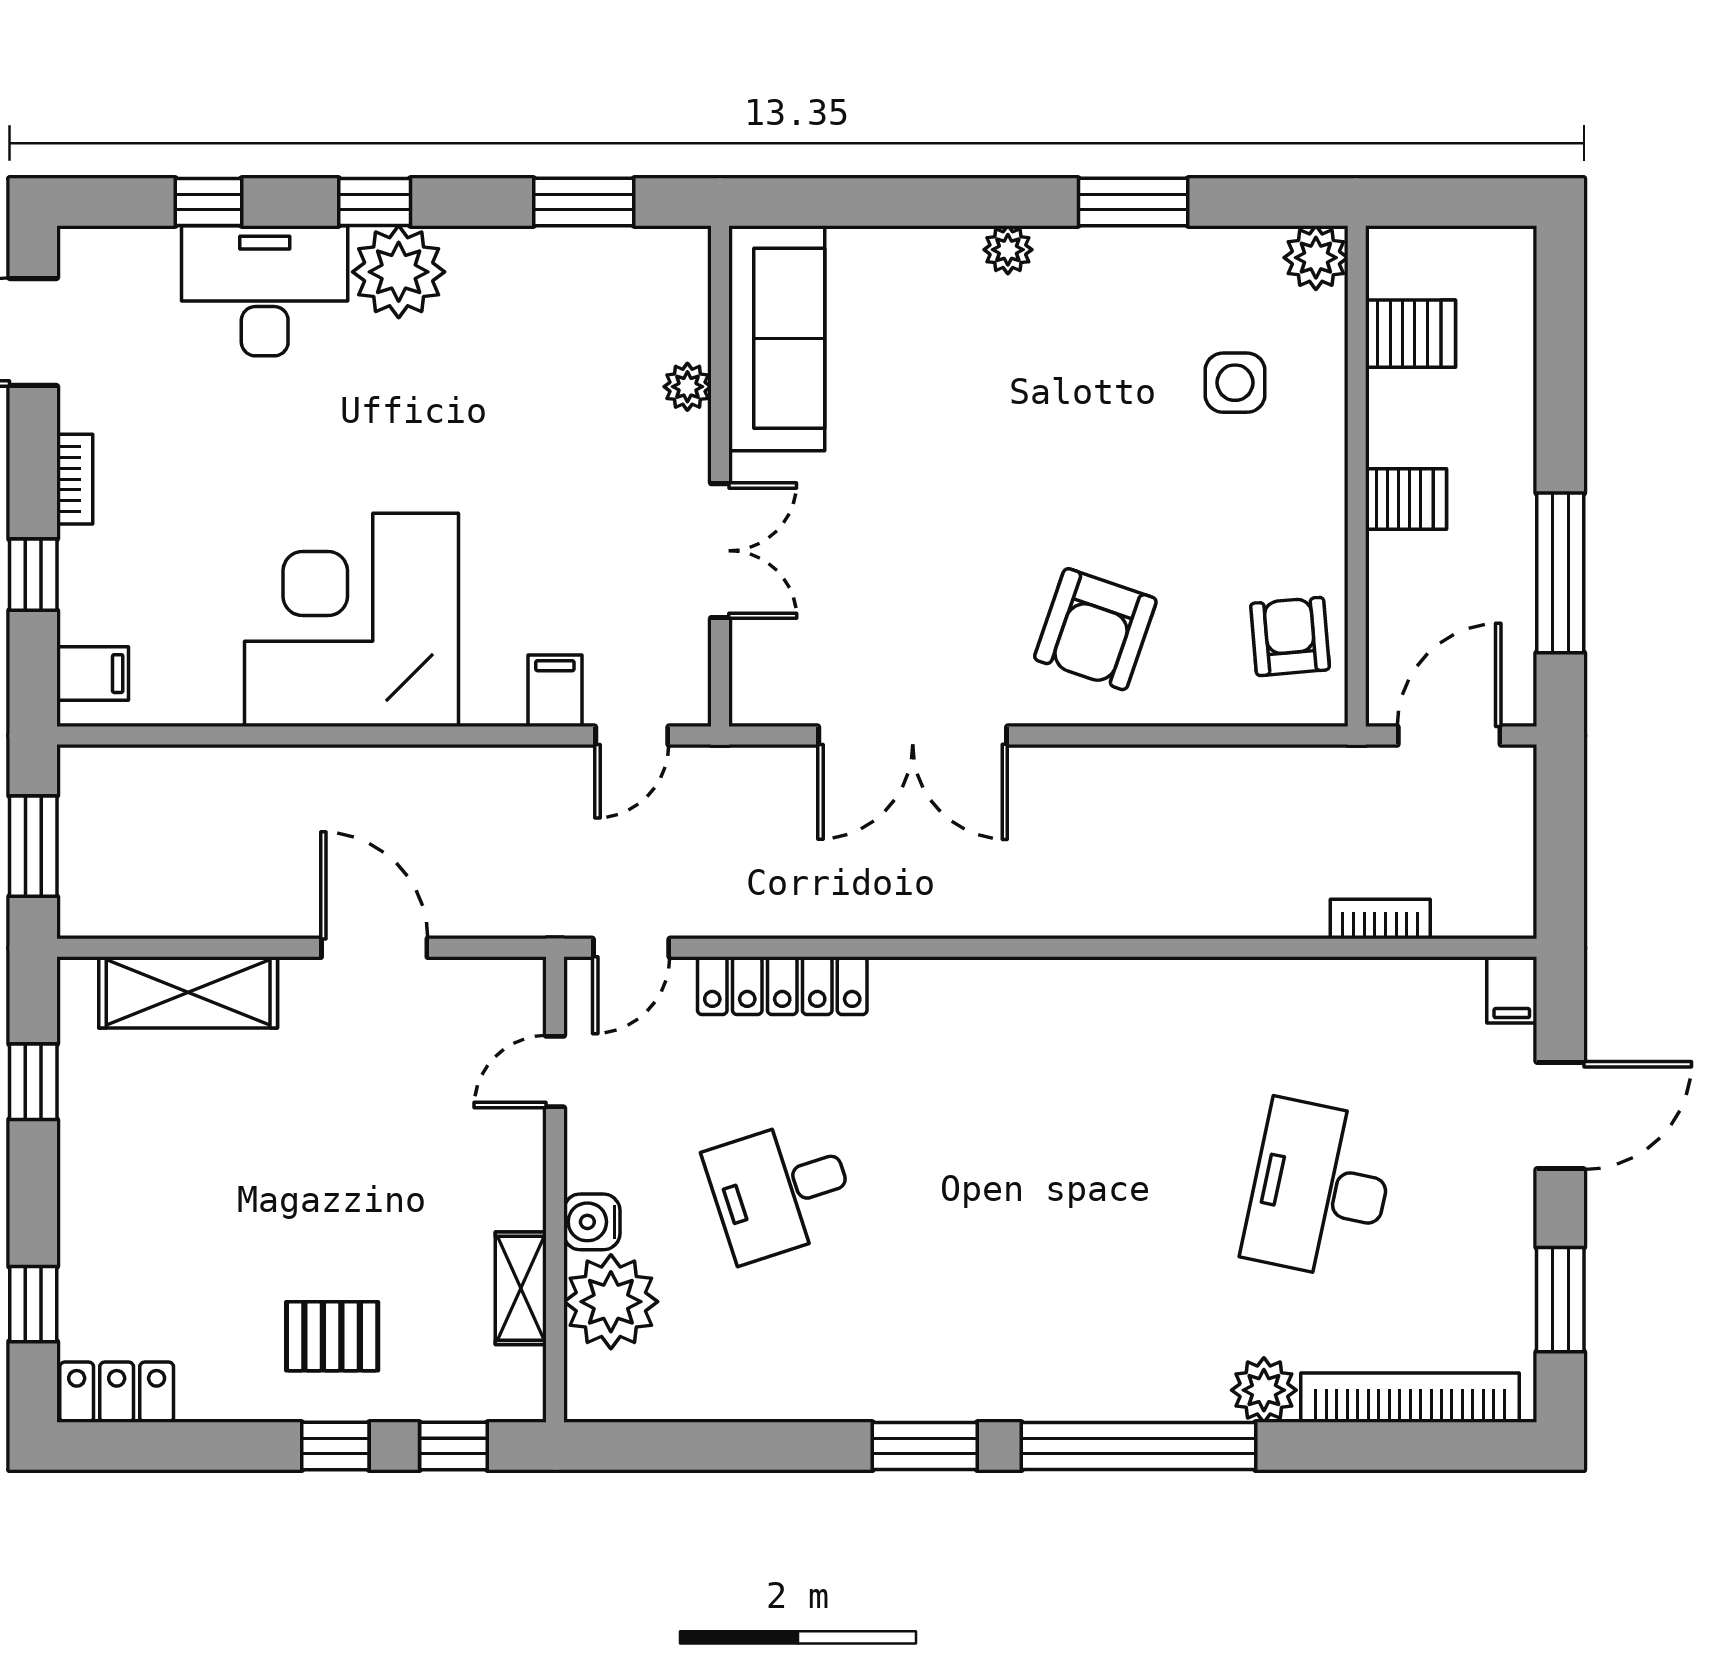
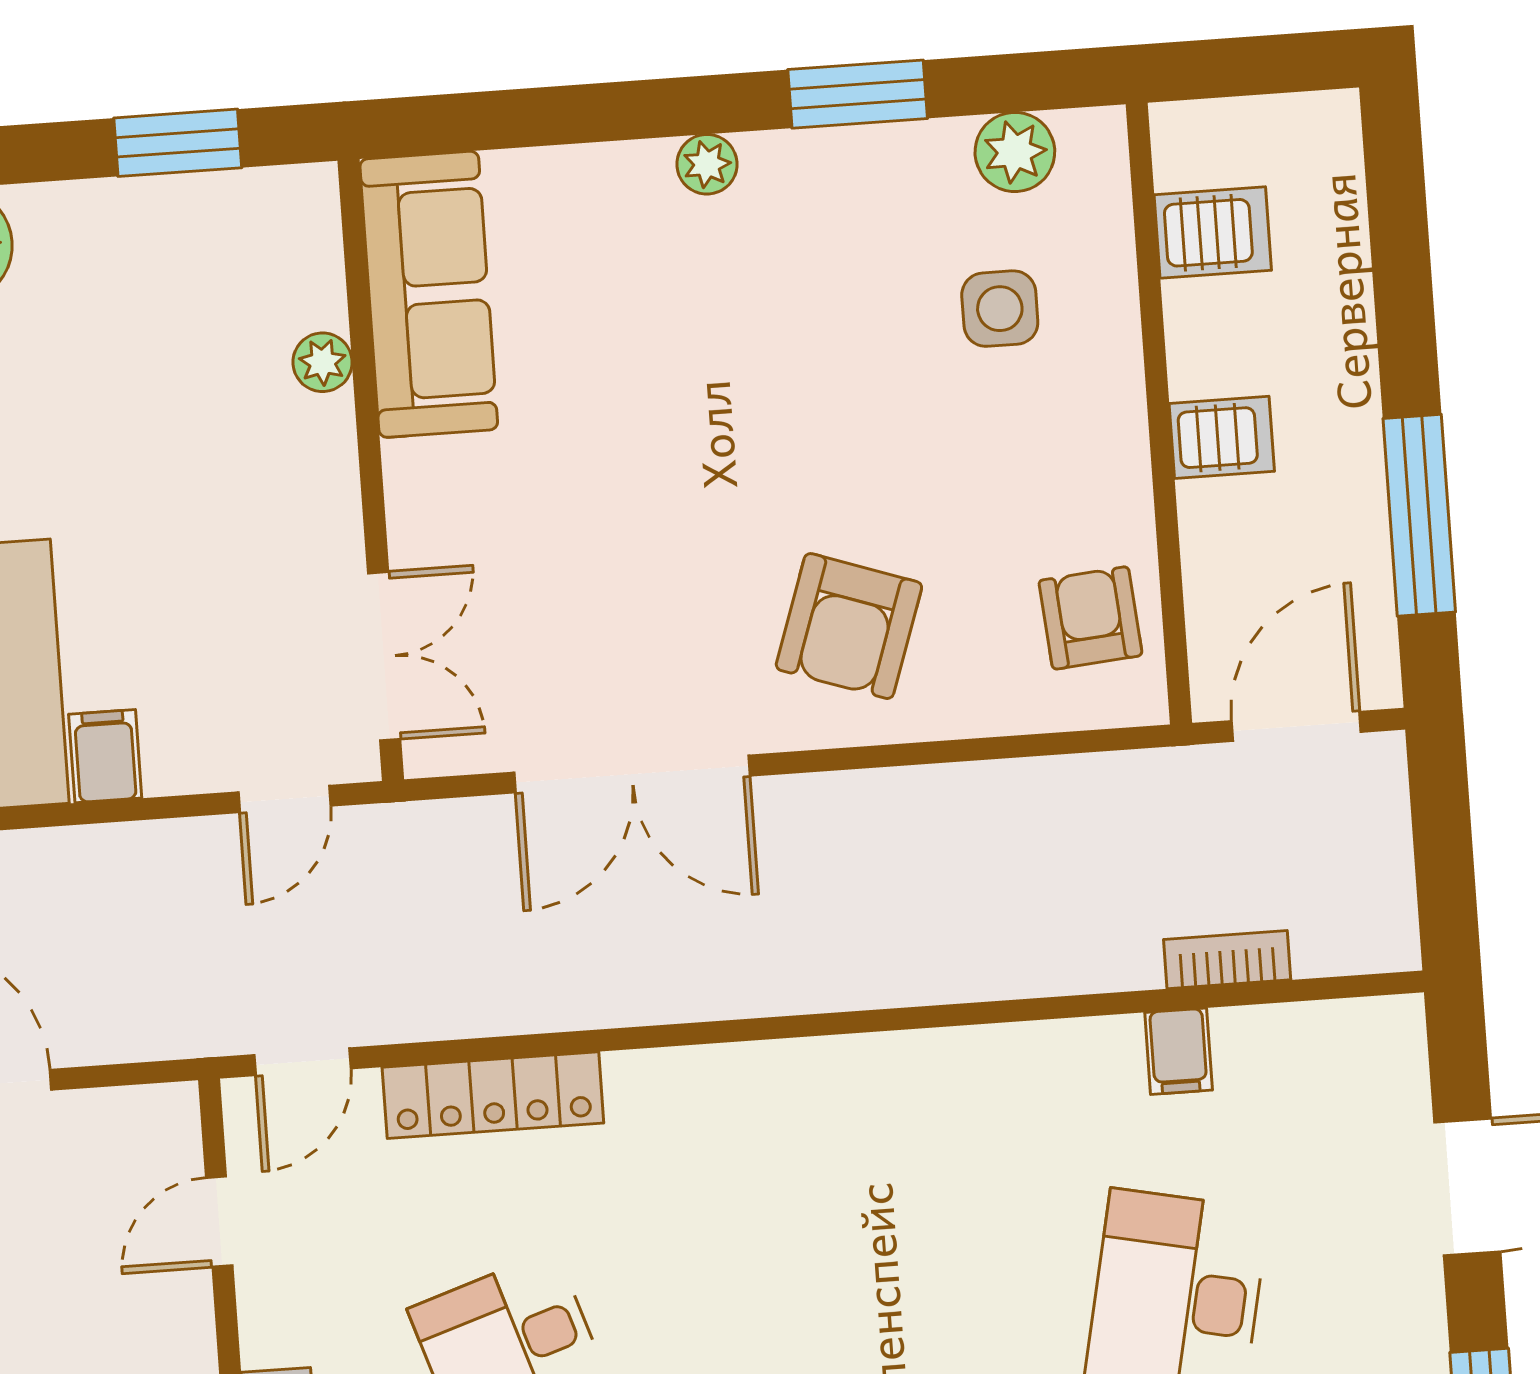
plant: (1316, 258) -> (1015, 152), moved
double door: (720, 551) -> (384, 656), moved
filing cabinet: (555, 691) -> (105, 756), moved
filing cabinet: (1512, 990) -> (1179, 1051), moved

